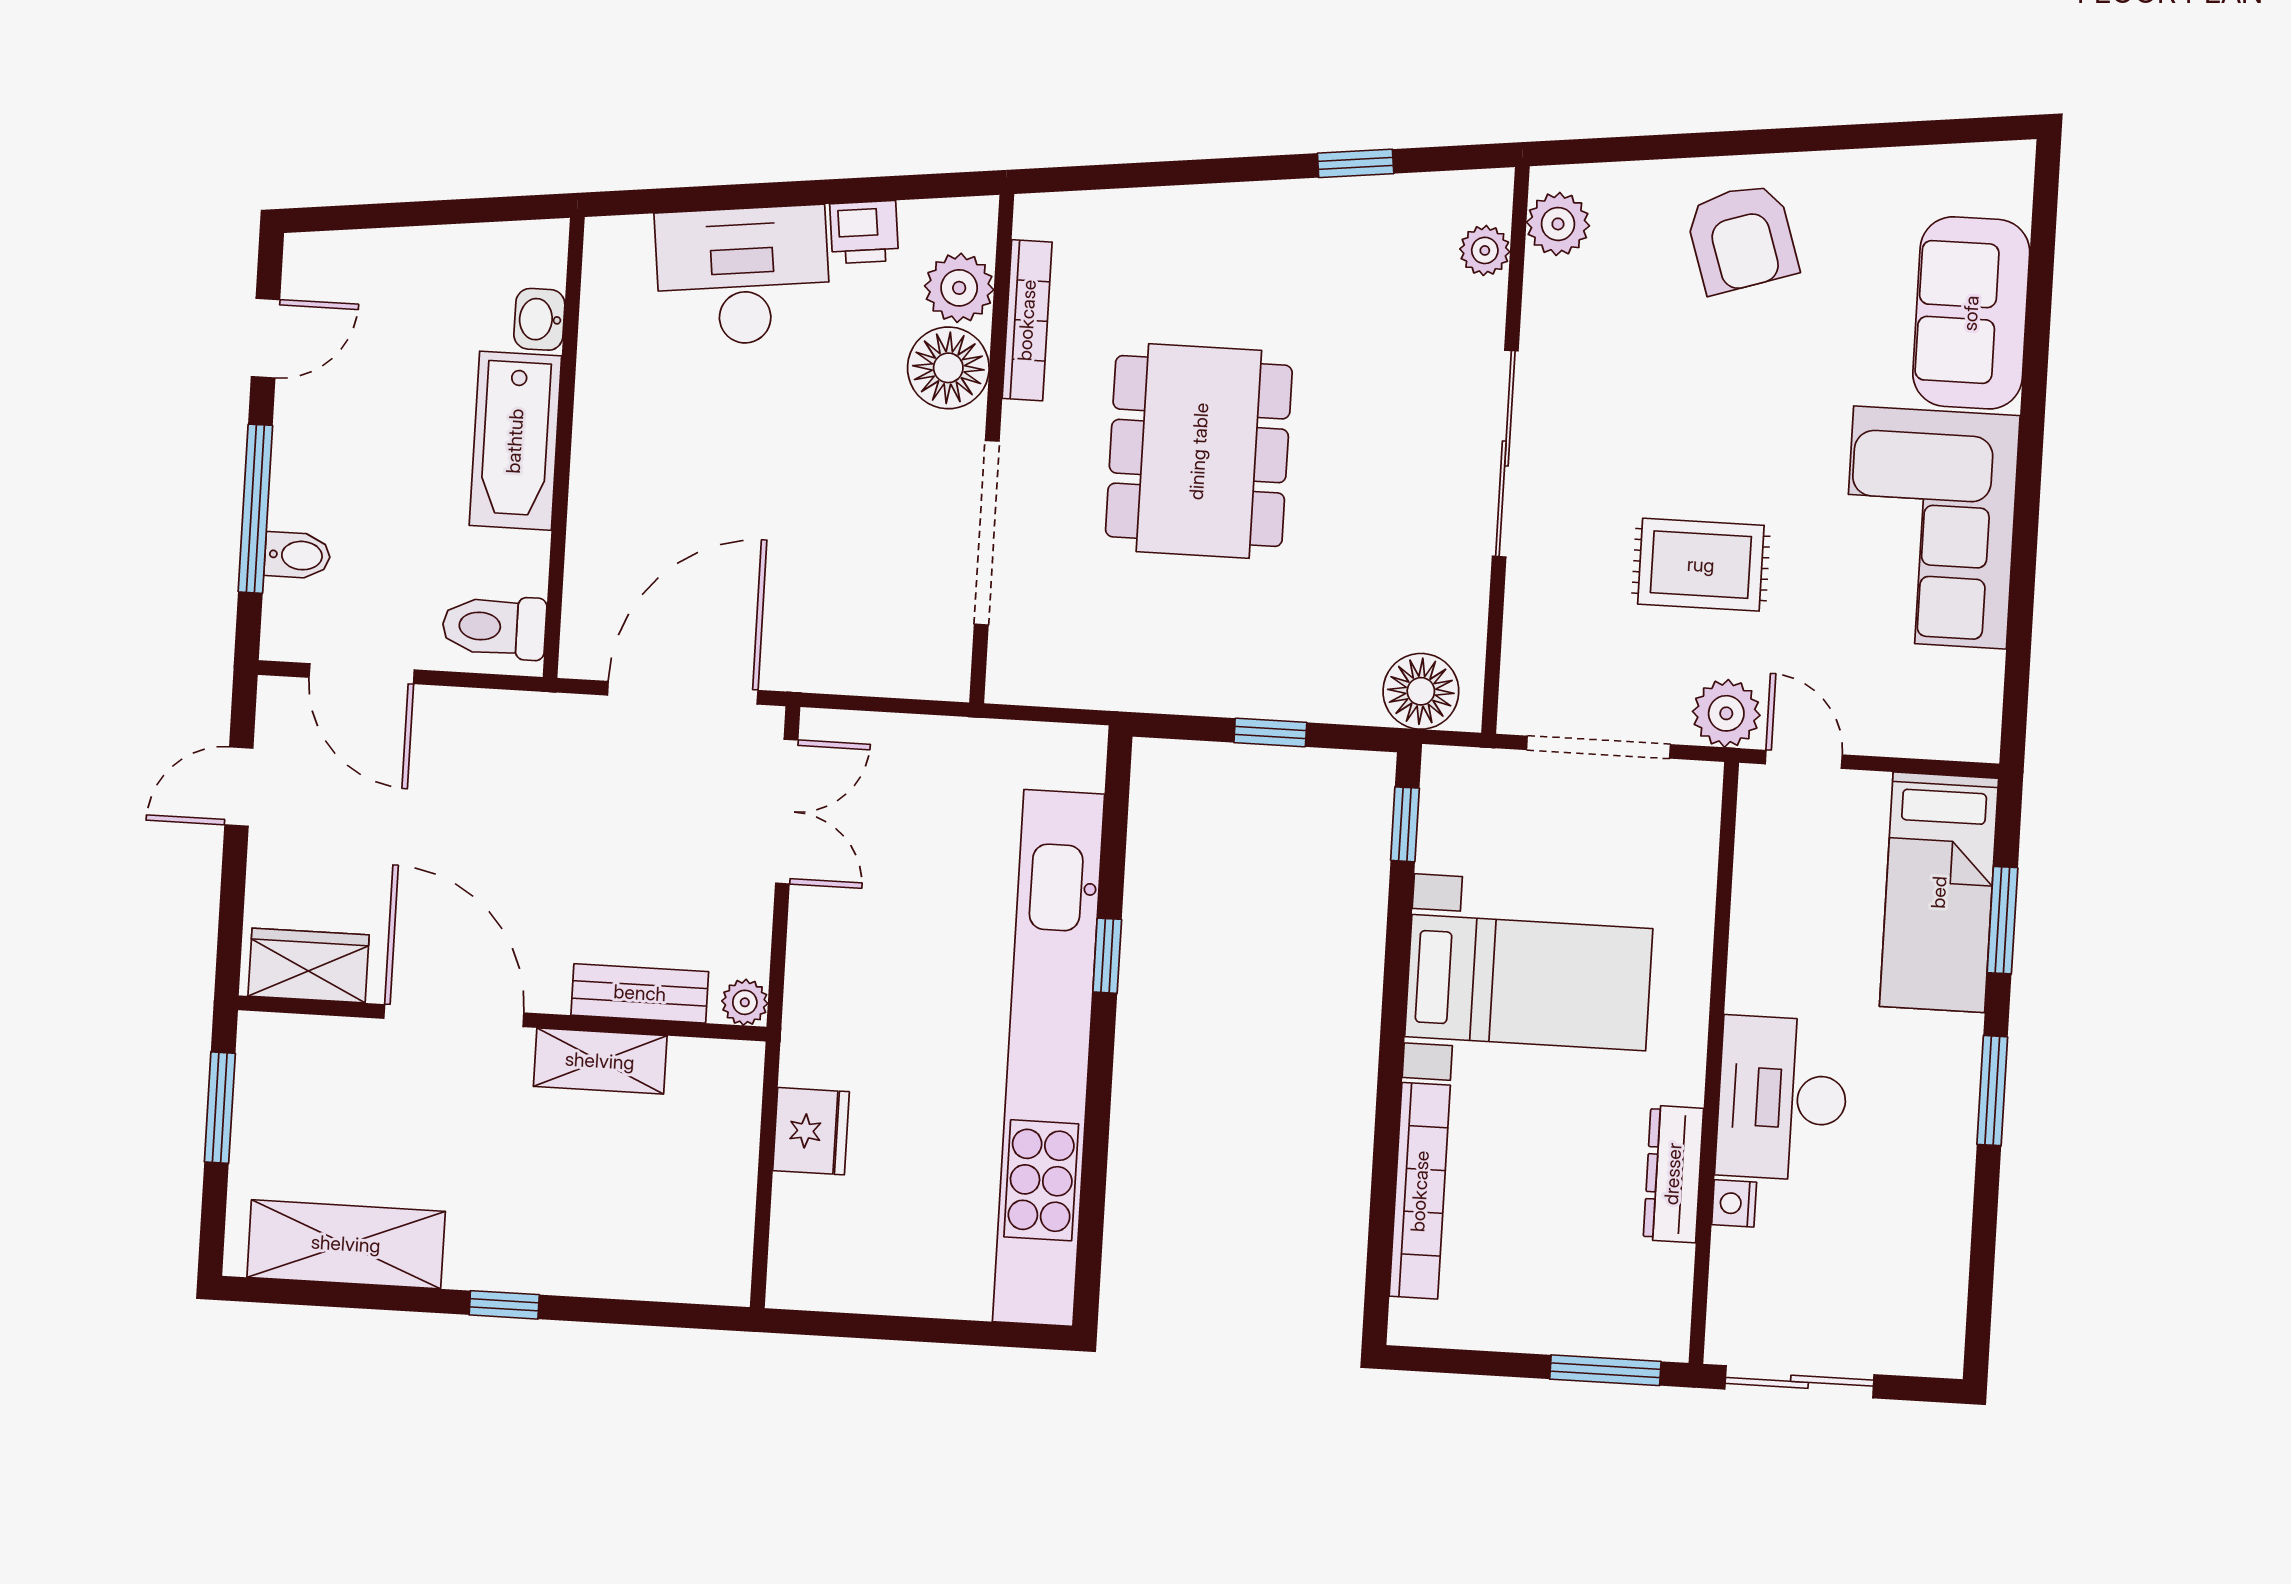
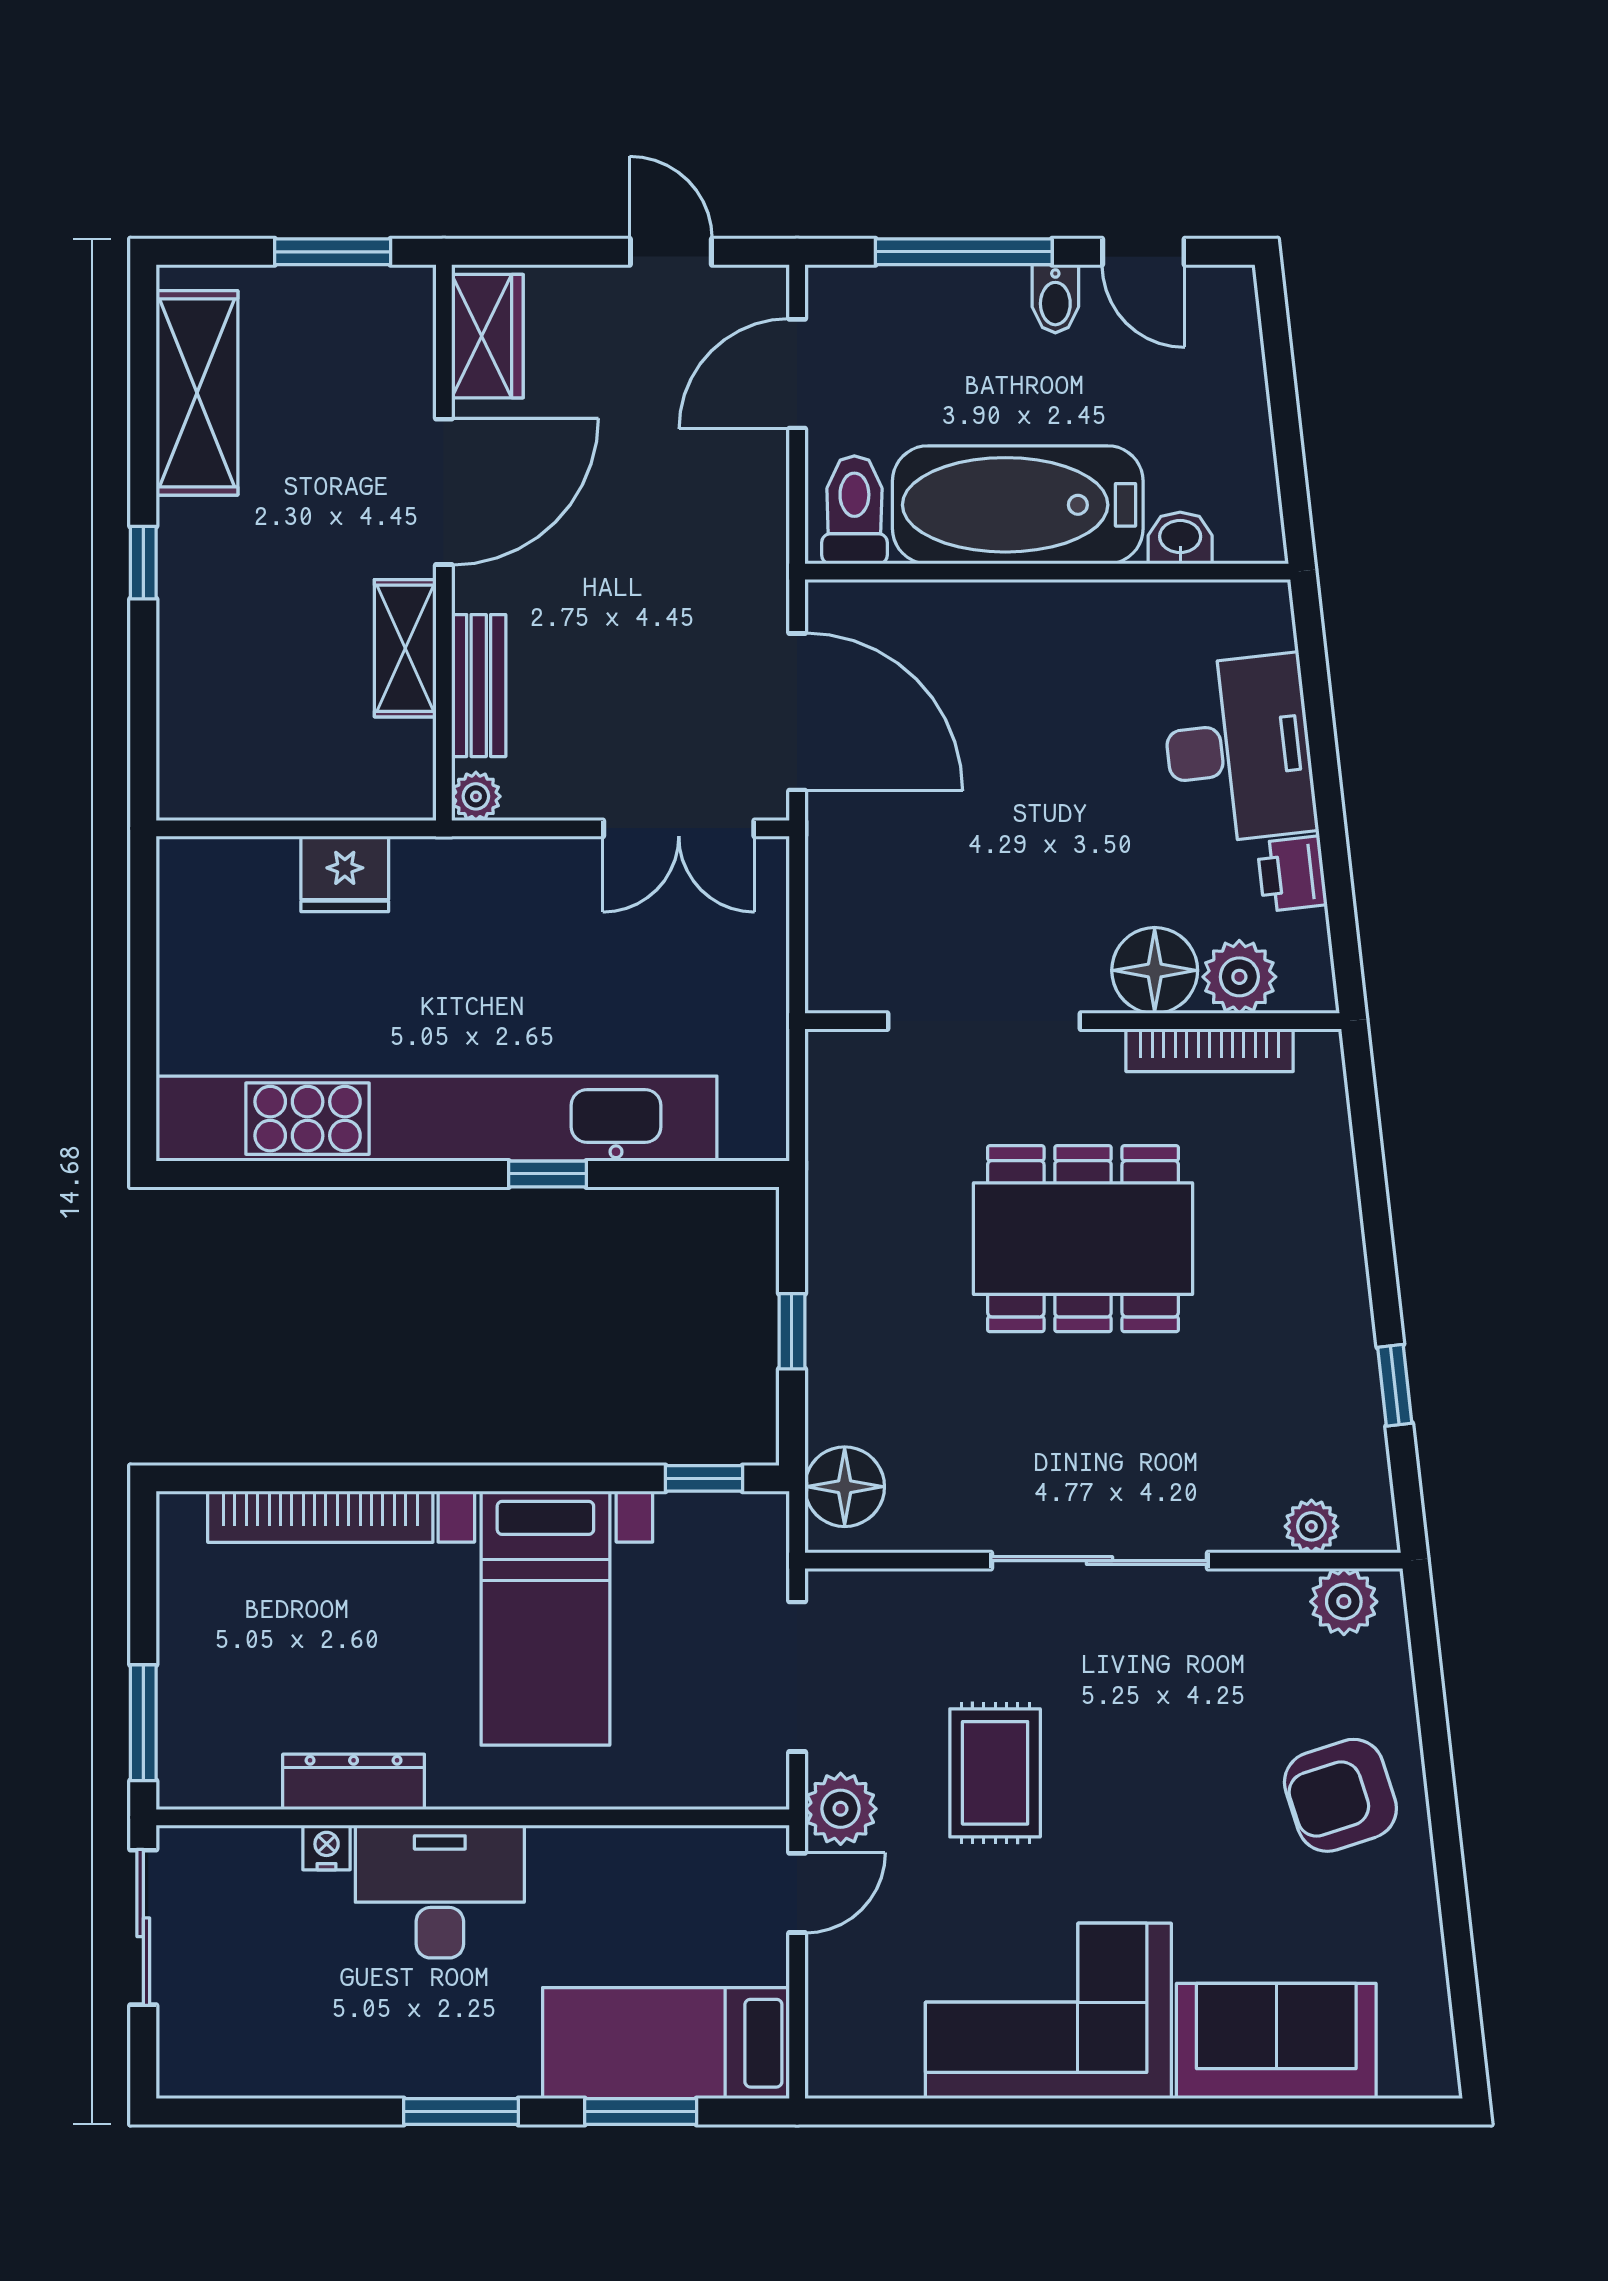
bathtub: (515, 441) -> (1018, 505), width x1.36, depth x1.36
bidet: (297, 555) -> (1055, 299), moved

